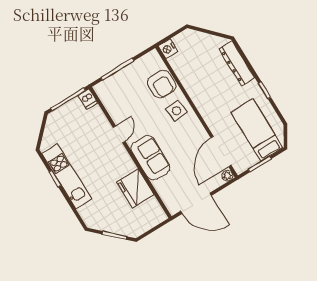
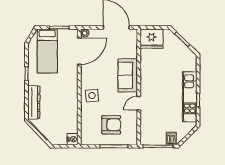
armchair: (162, 84) -> (111, 125), moved, turned 90
dishwasher: (88, 99) -> (171, 139), moved
fridge: (135, 188) -> (152, 39), moved, turned 90

